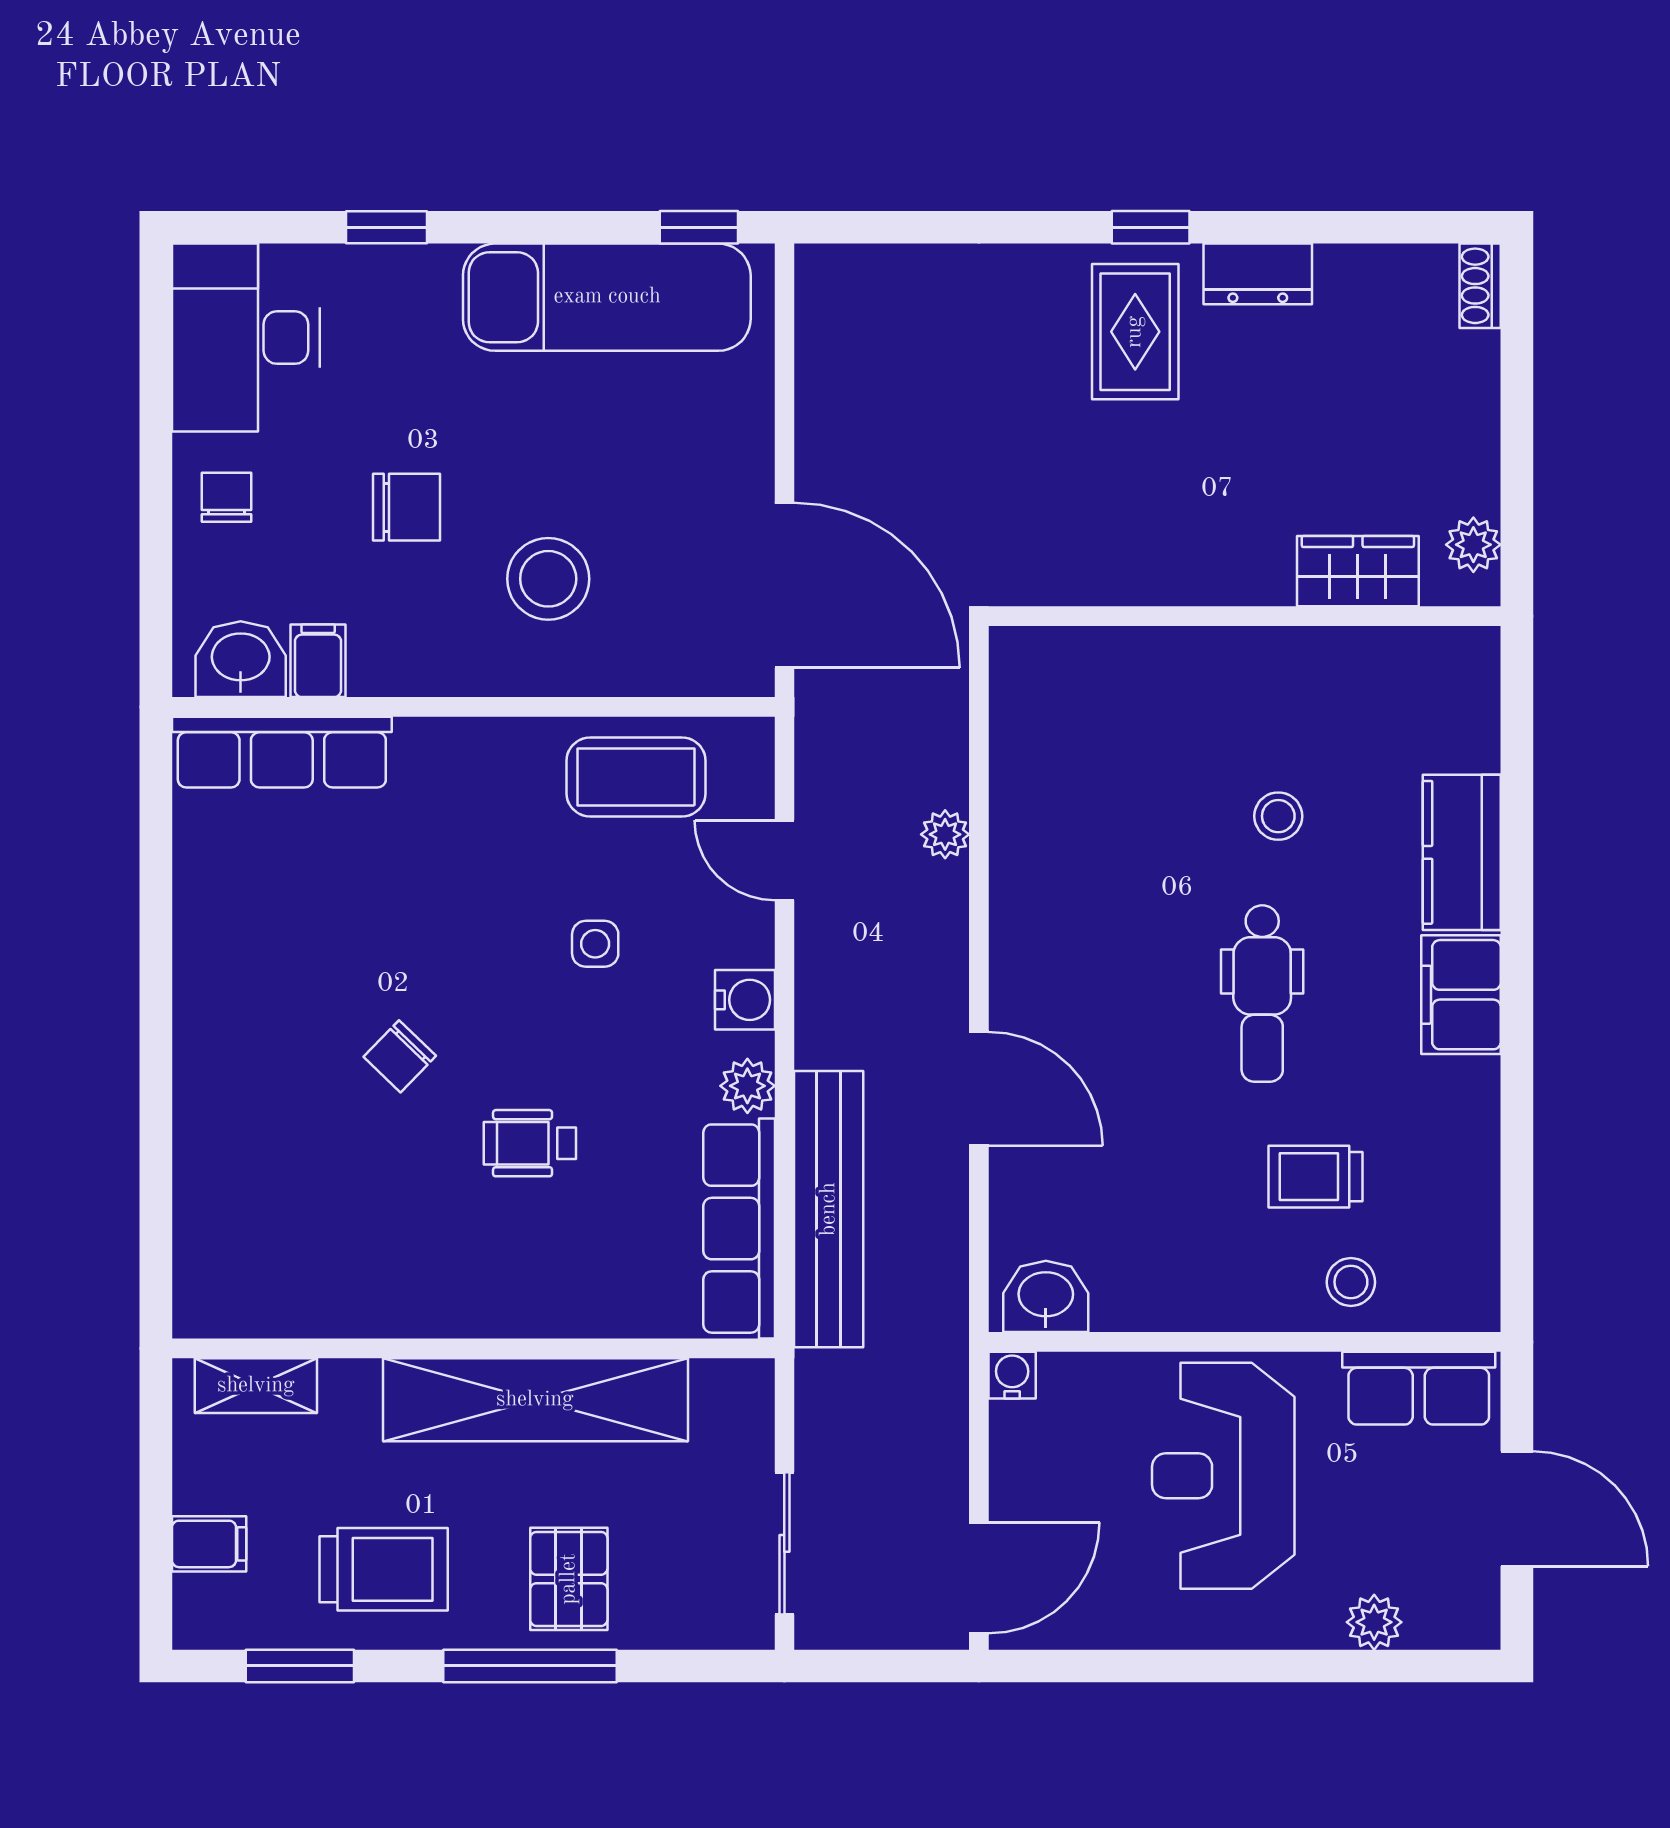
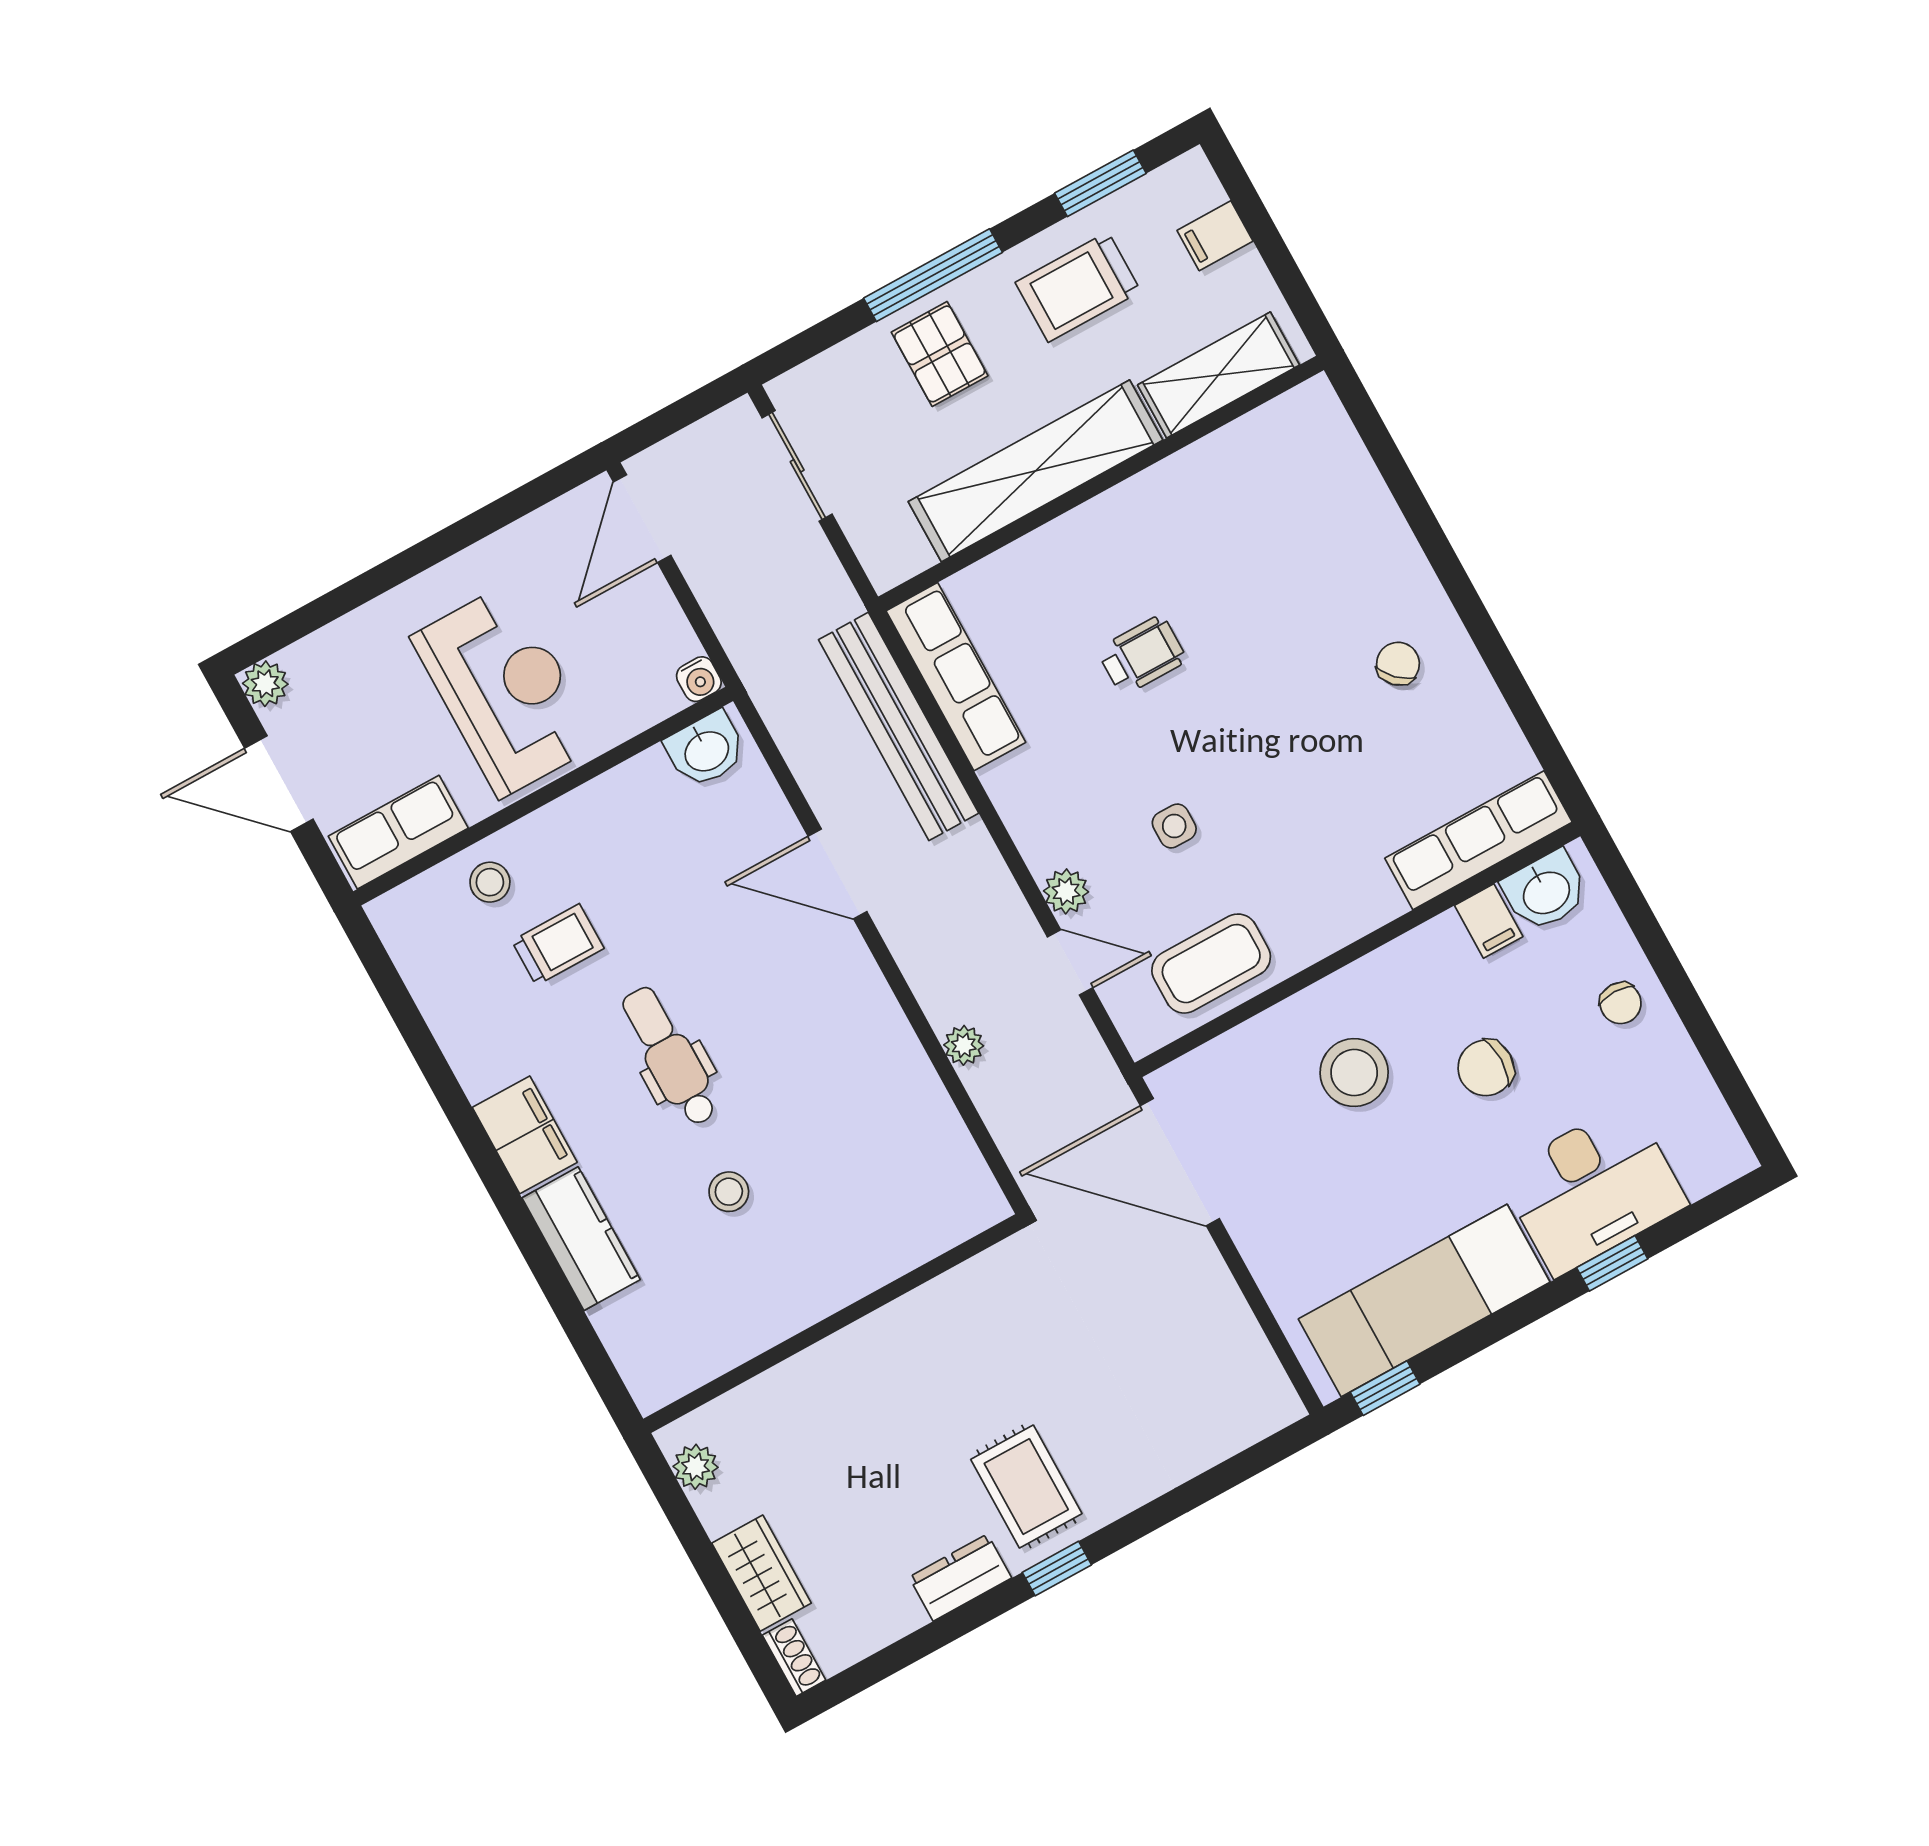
desk: (246, 338) -> (1593, 1189), moved, turned 90
wardrobe: (1358, 571) -> (762, 1573), moved, turned -90
water cooler: (745, 1000) -> (1043, 845), removed
chair: (400, 1056) -> (1398, 664), moved
plant: (747, 1086) -> (1066, 891), moved
shelving: (256, 1386) -> (1218, 375), width x1.50, depth x1.33
plant: (1374, 1622) -> (265, 684), moved

